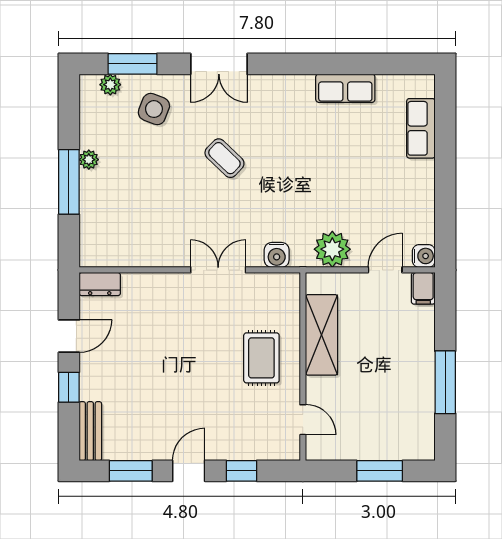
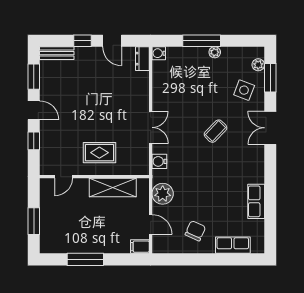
chair: (396, 193) -> (195, 231), added
water cooler: (424, 256) -> (159, 53), moved, turned 90

